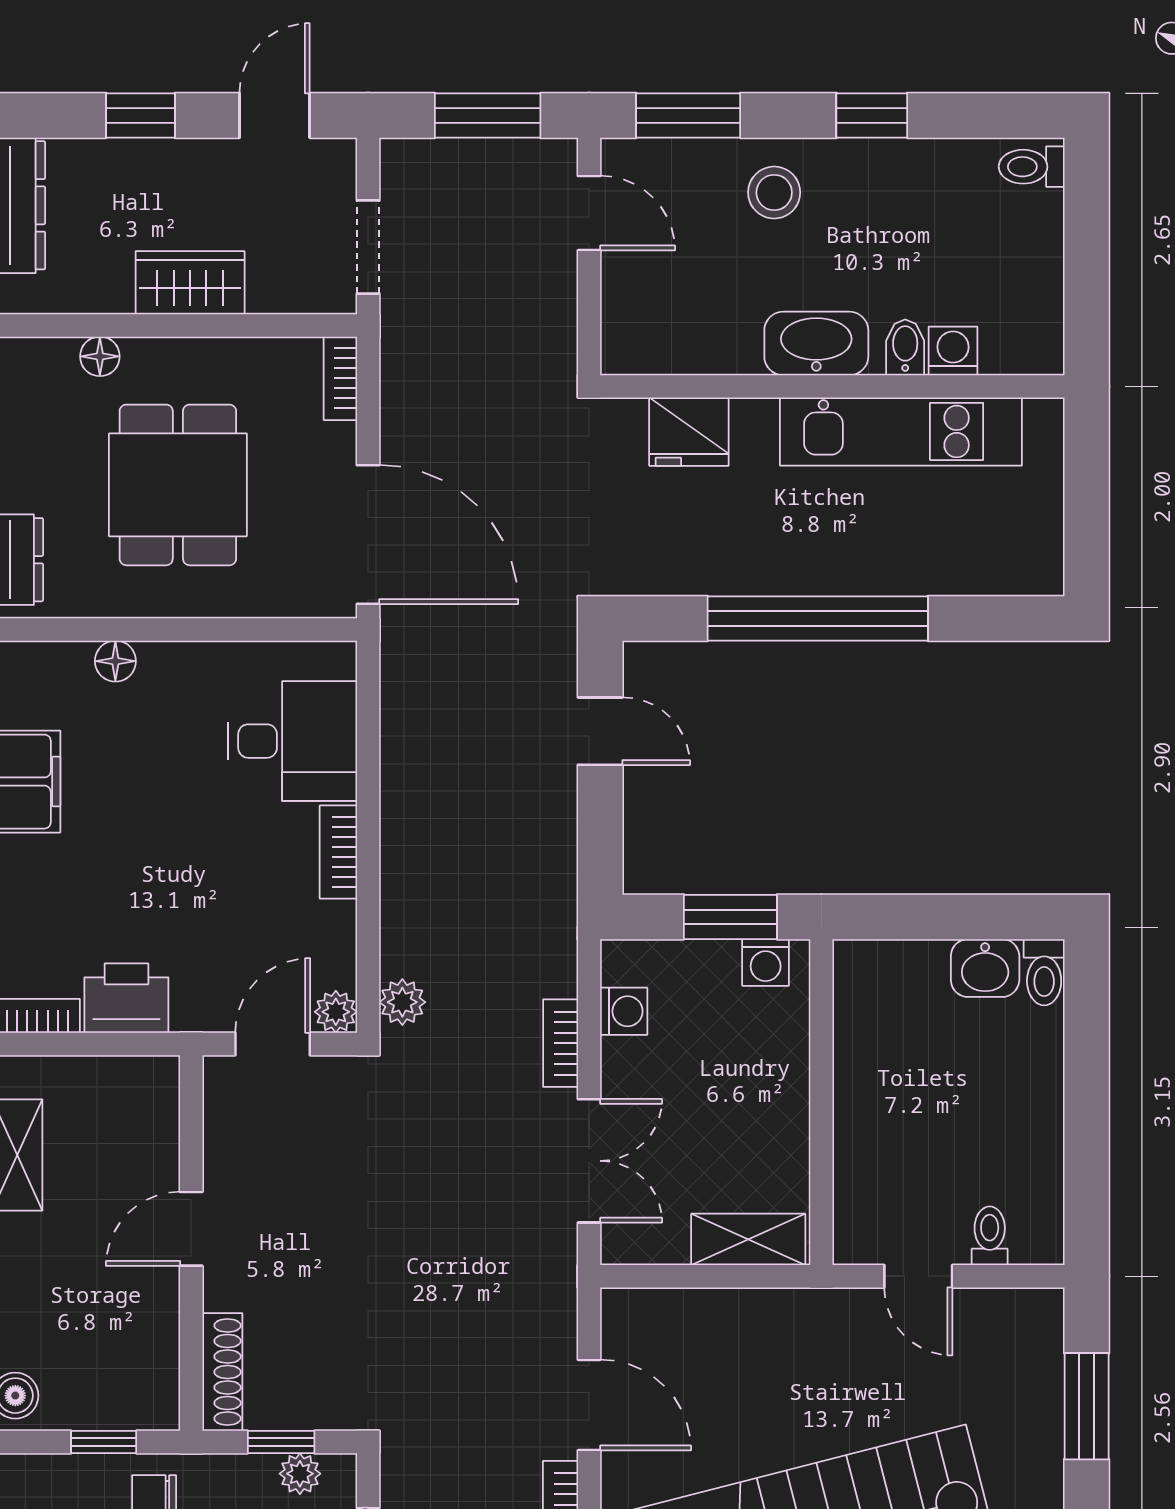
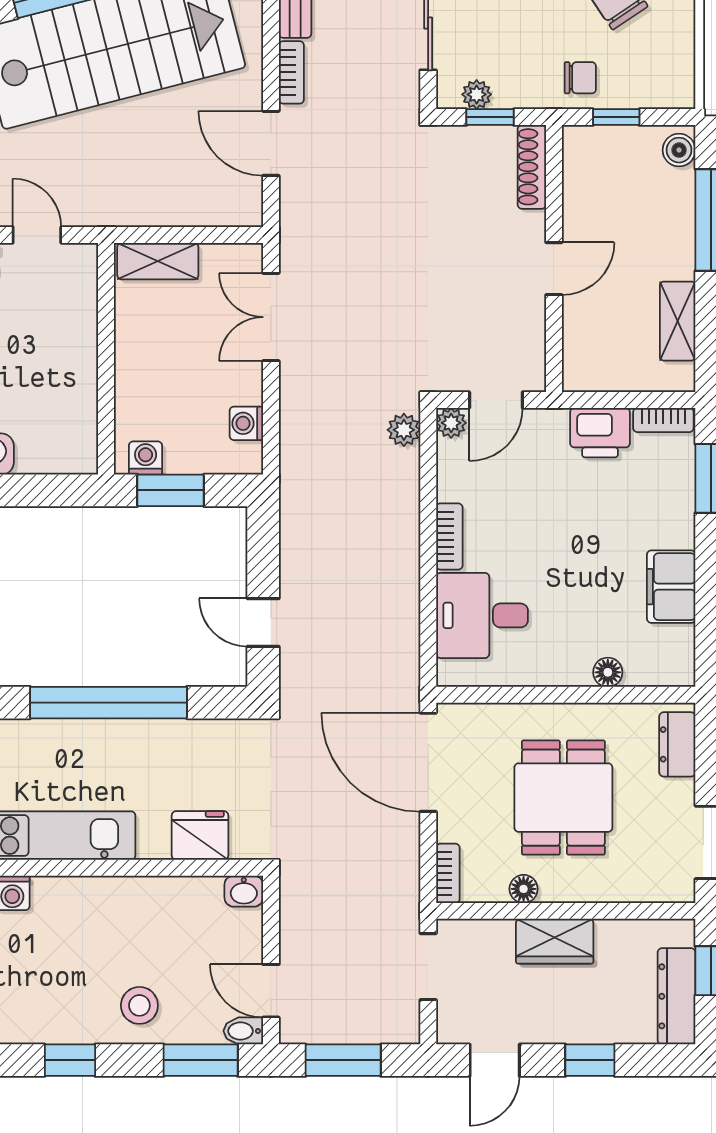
washbasin: (816, 343) -> (244, 891), moved, width x0.52, depth x0.69
bidet: (905, 347) -> (243, 1031), moved, turned 90
floor lamp: (100, 356) -> (524, 889), moved
bookcase: (561, 1043) -> (291, 401), removed

